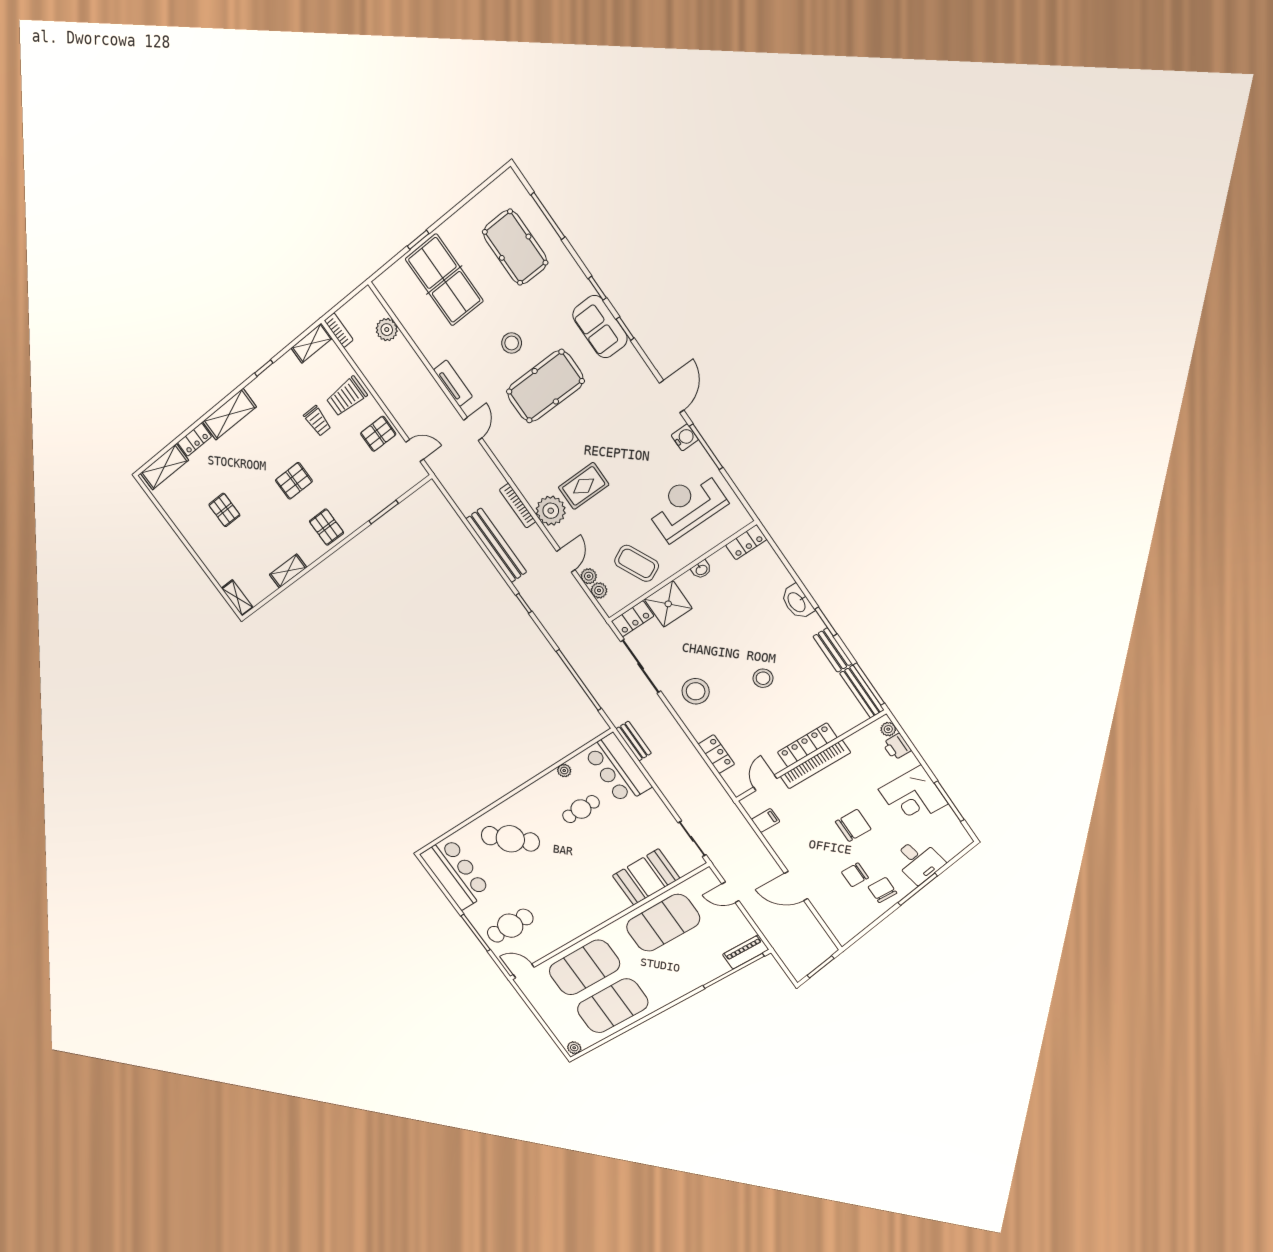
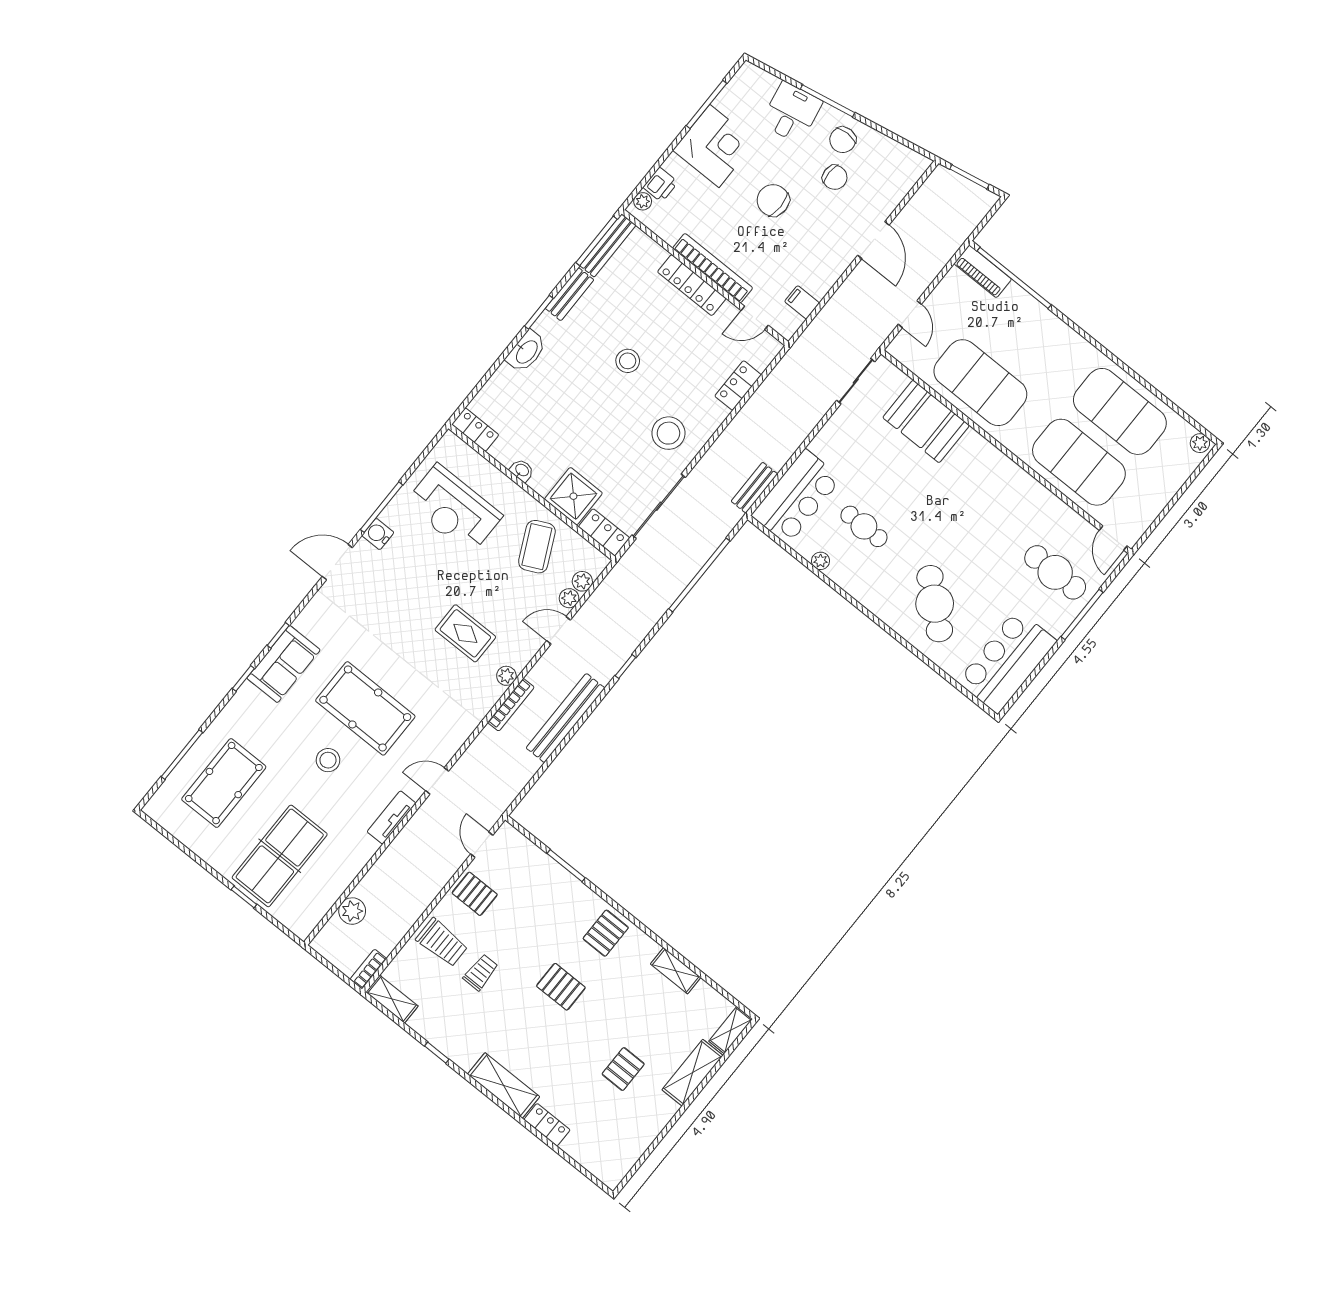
shelving: (164, 467) -> (692, 1073), moved, turned 90
plant: (551, 511) -> (506, 676), width x0.53, depth x0.53

